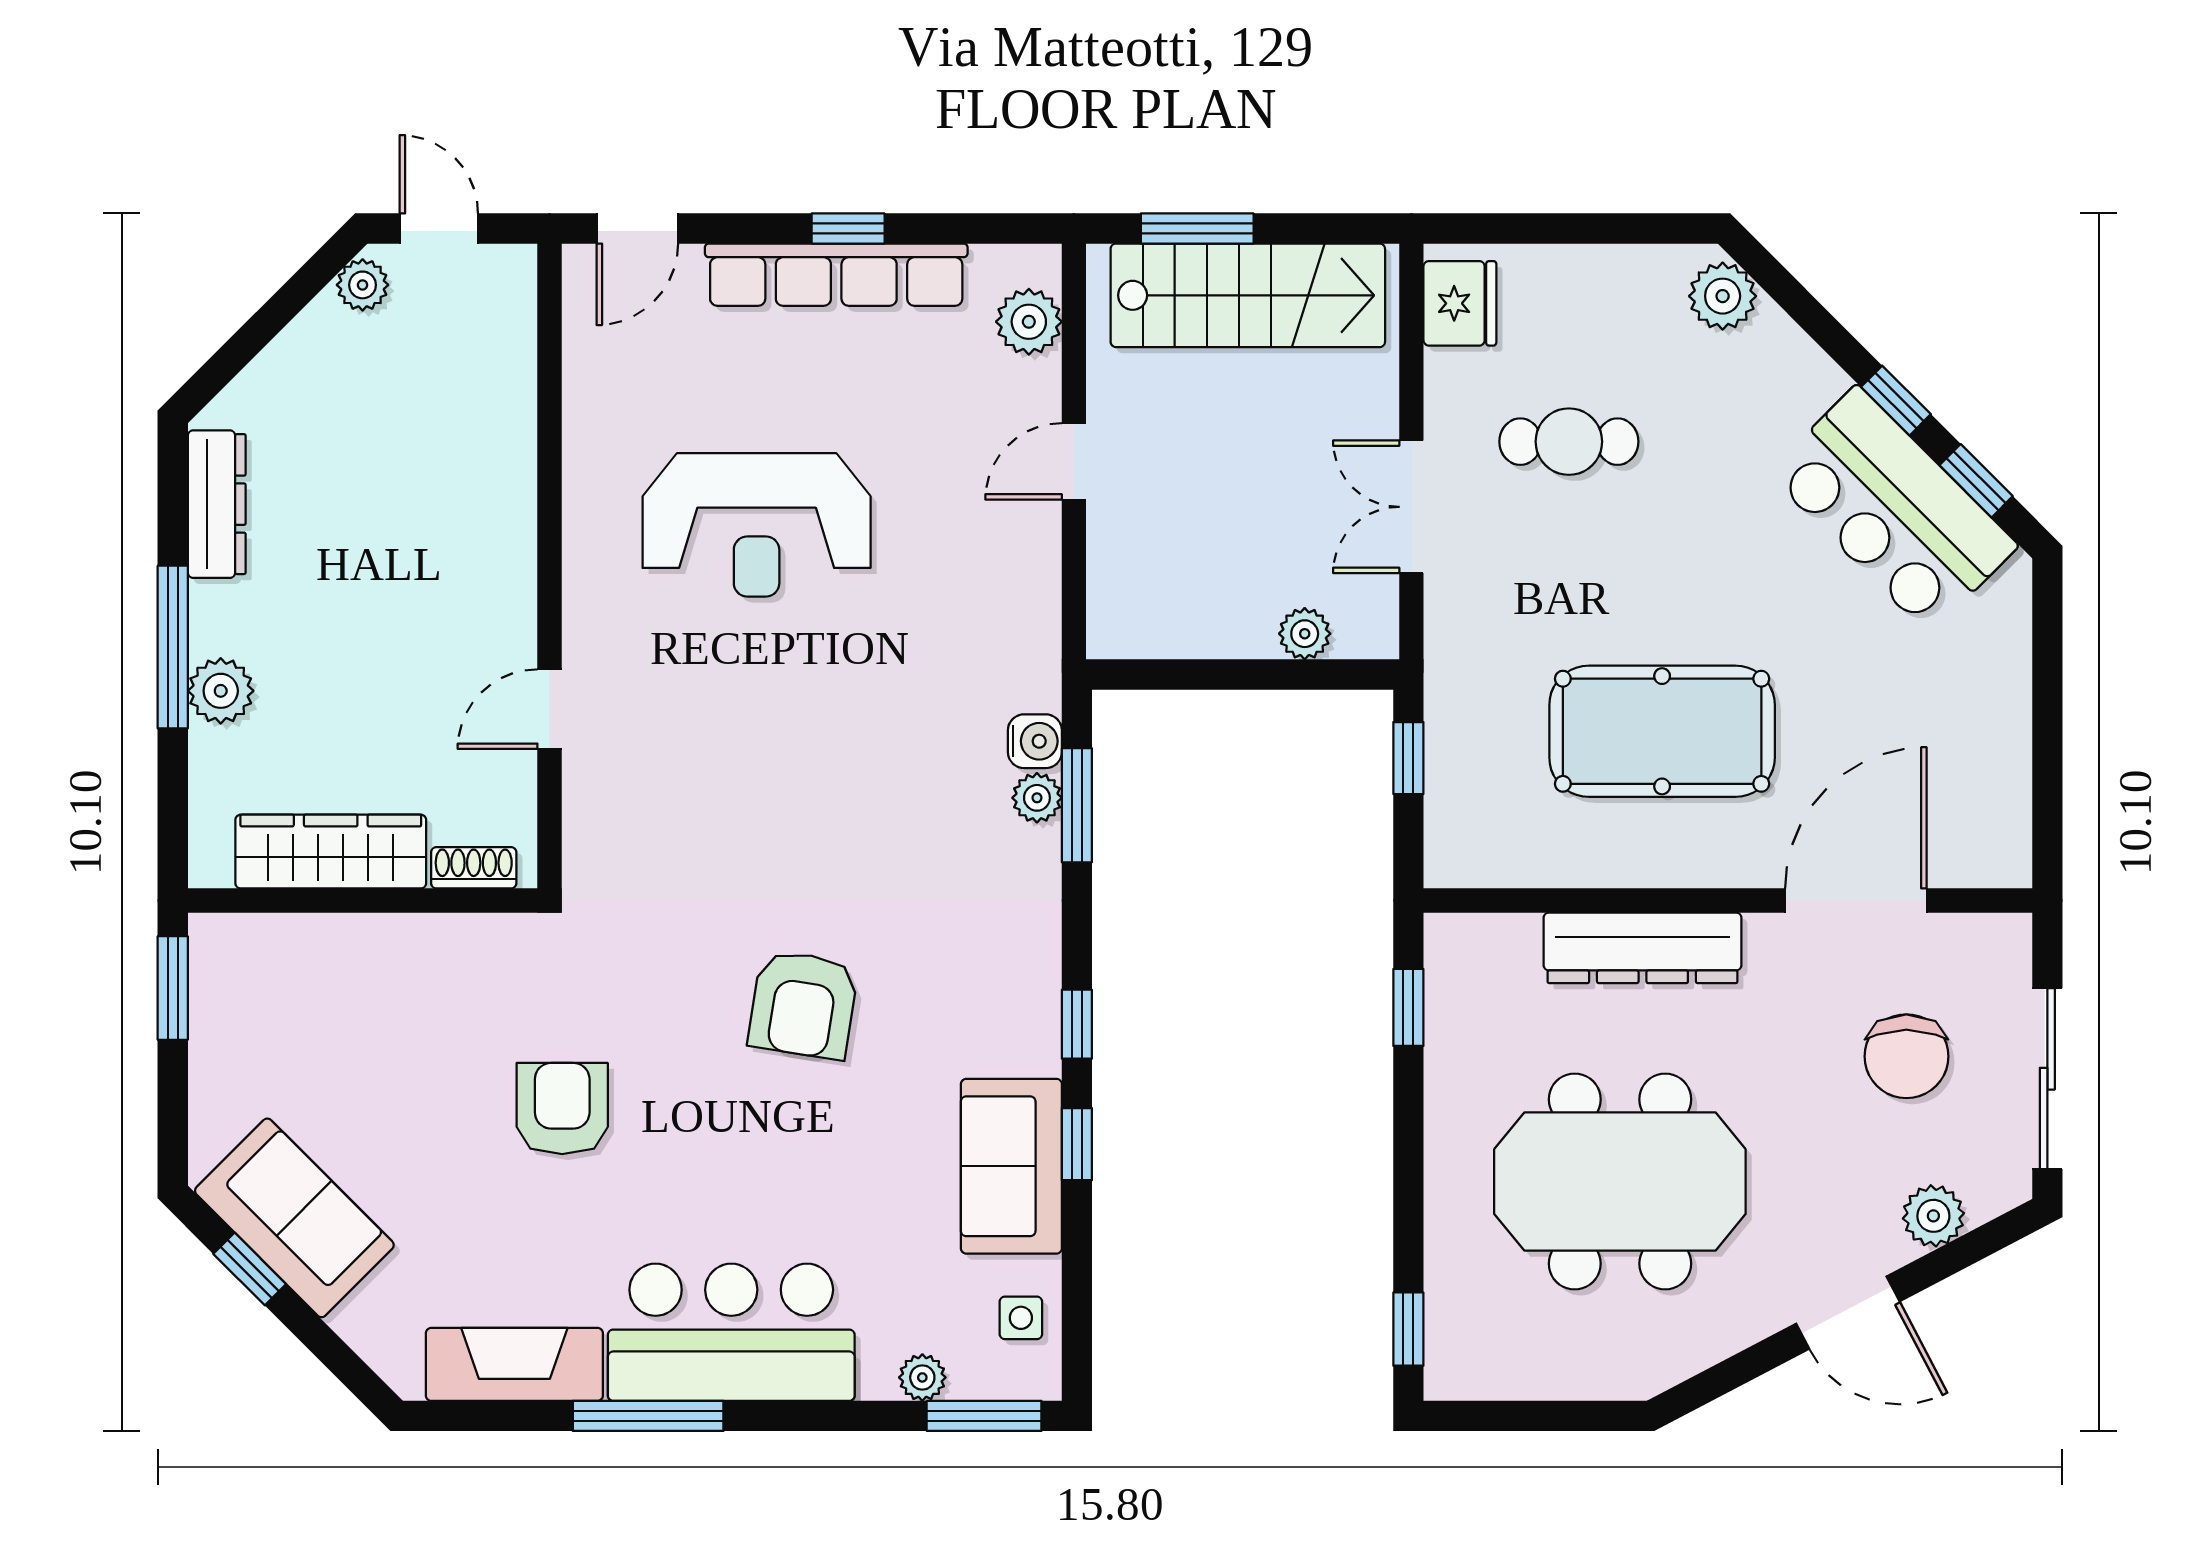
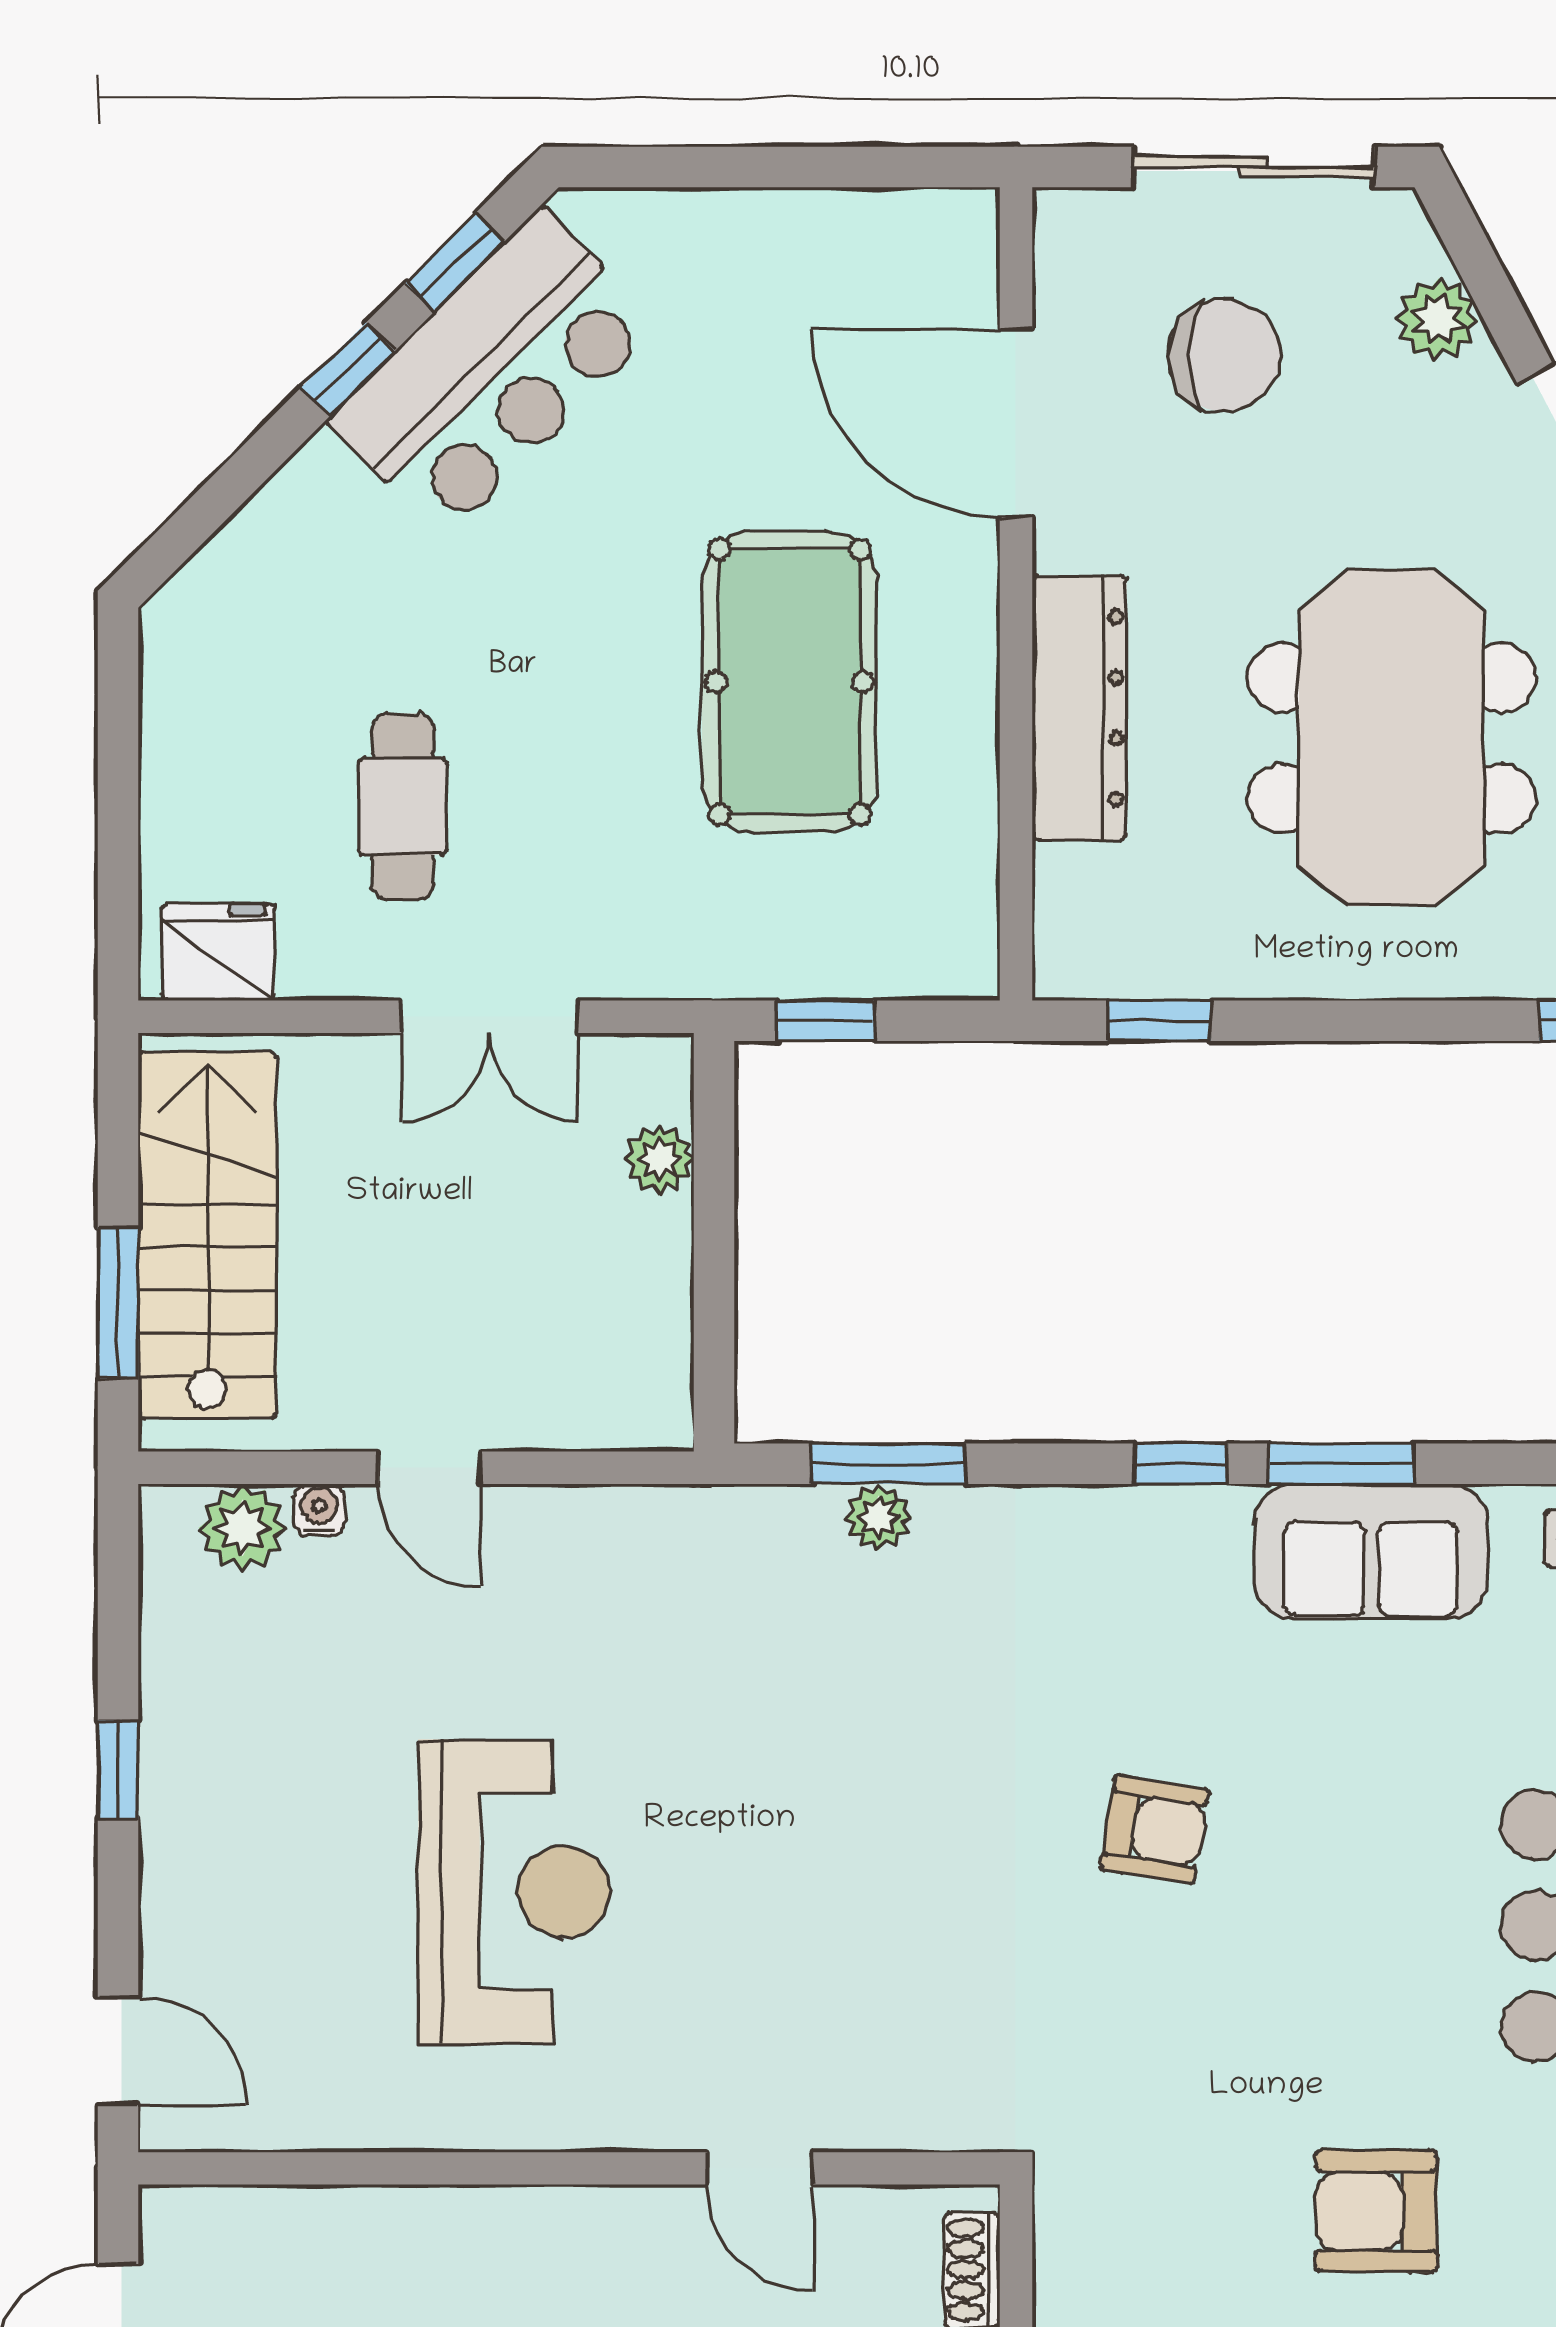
row of seats: (836, 275) -> (180, 1785), removed
plant: (1723, 296) -> (208, 601), removed
water cooler: (1035, 741) -> (319, 1510), moved, width x0.72, depth x0.72
armchair: (803, 1005) -> (1155, 1829), width x0.72, depth x0.72
armchair: (562, 1109) -> (1376, 2211), moved
window: (1077, 1144) -> (1341, 1464), width x1.50

